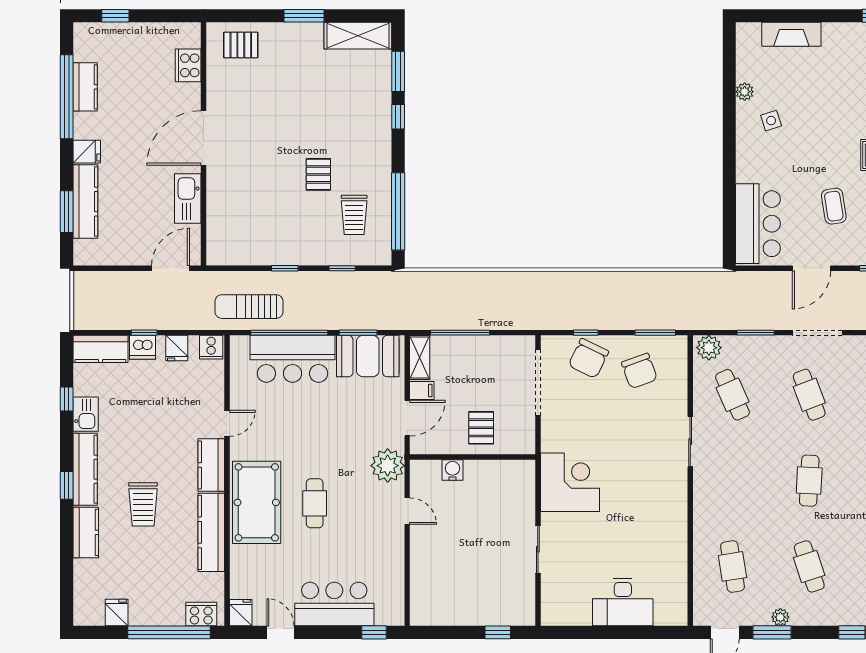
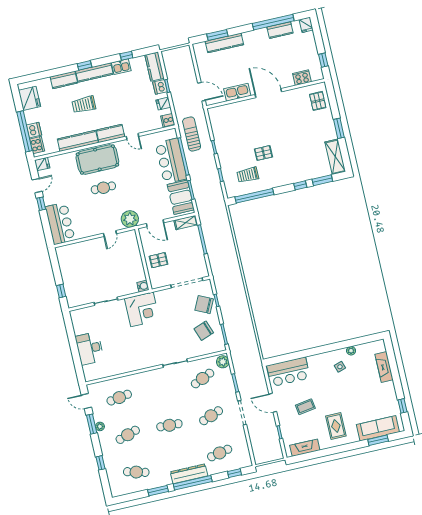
window: (115, 16) -> (323, 60), moved
fridge: (87, 152) -> (306, 25), moved
filing cabinet: (422, 390) -> (170, 227), removed
water cooler: (452, 470) -> (143, 286), moved
bar counter: (334, 604) -> (60, 223), moved
fridge: (117, 613) -> (29, 98), width x1.88, depth x1.34
dishwasher: (171, 613) -> (34, 130), added
window: (374, 632) -> (41, 204), moved

